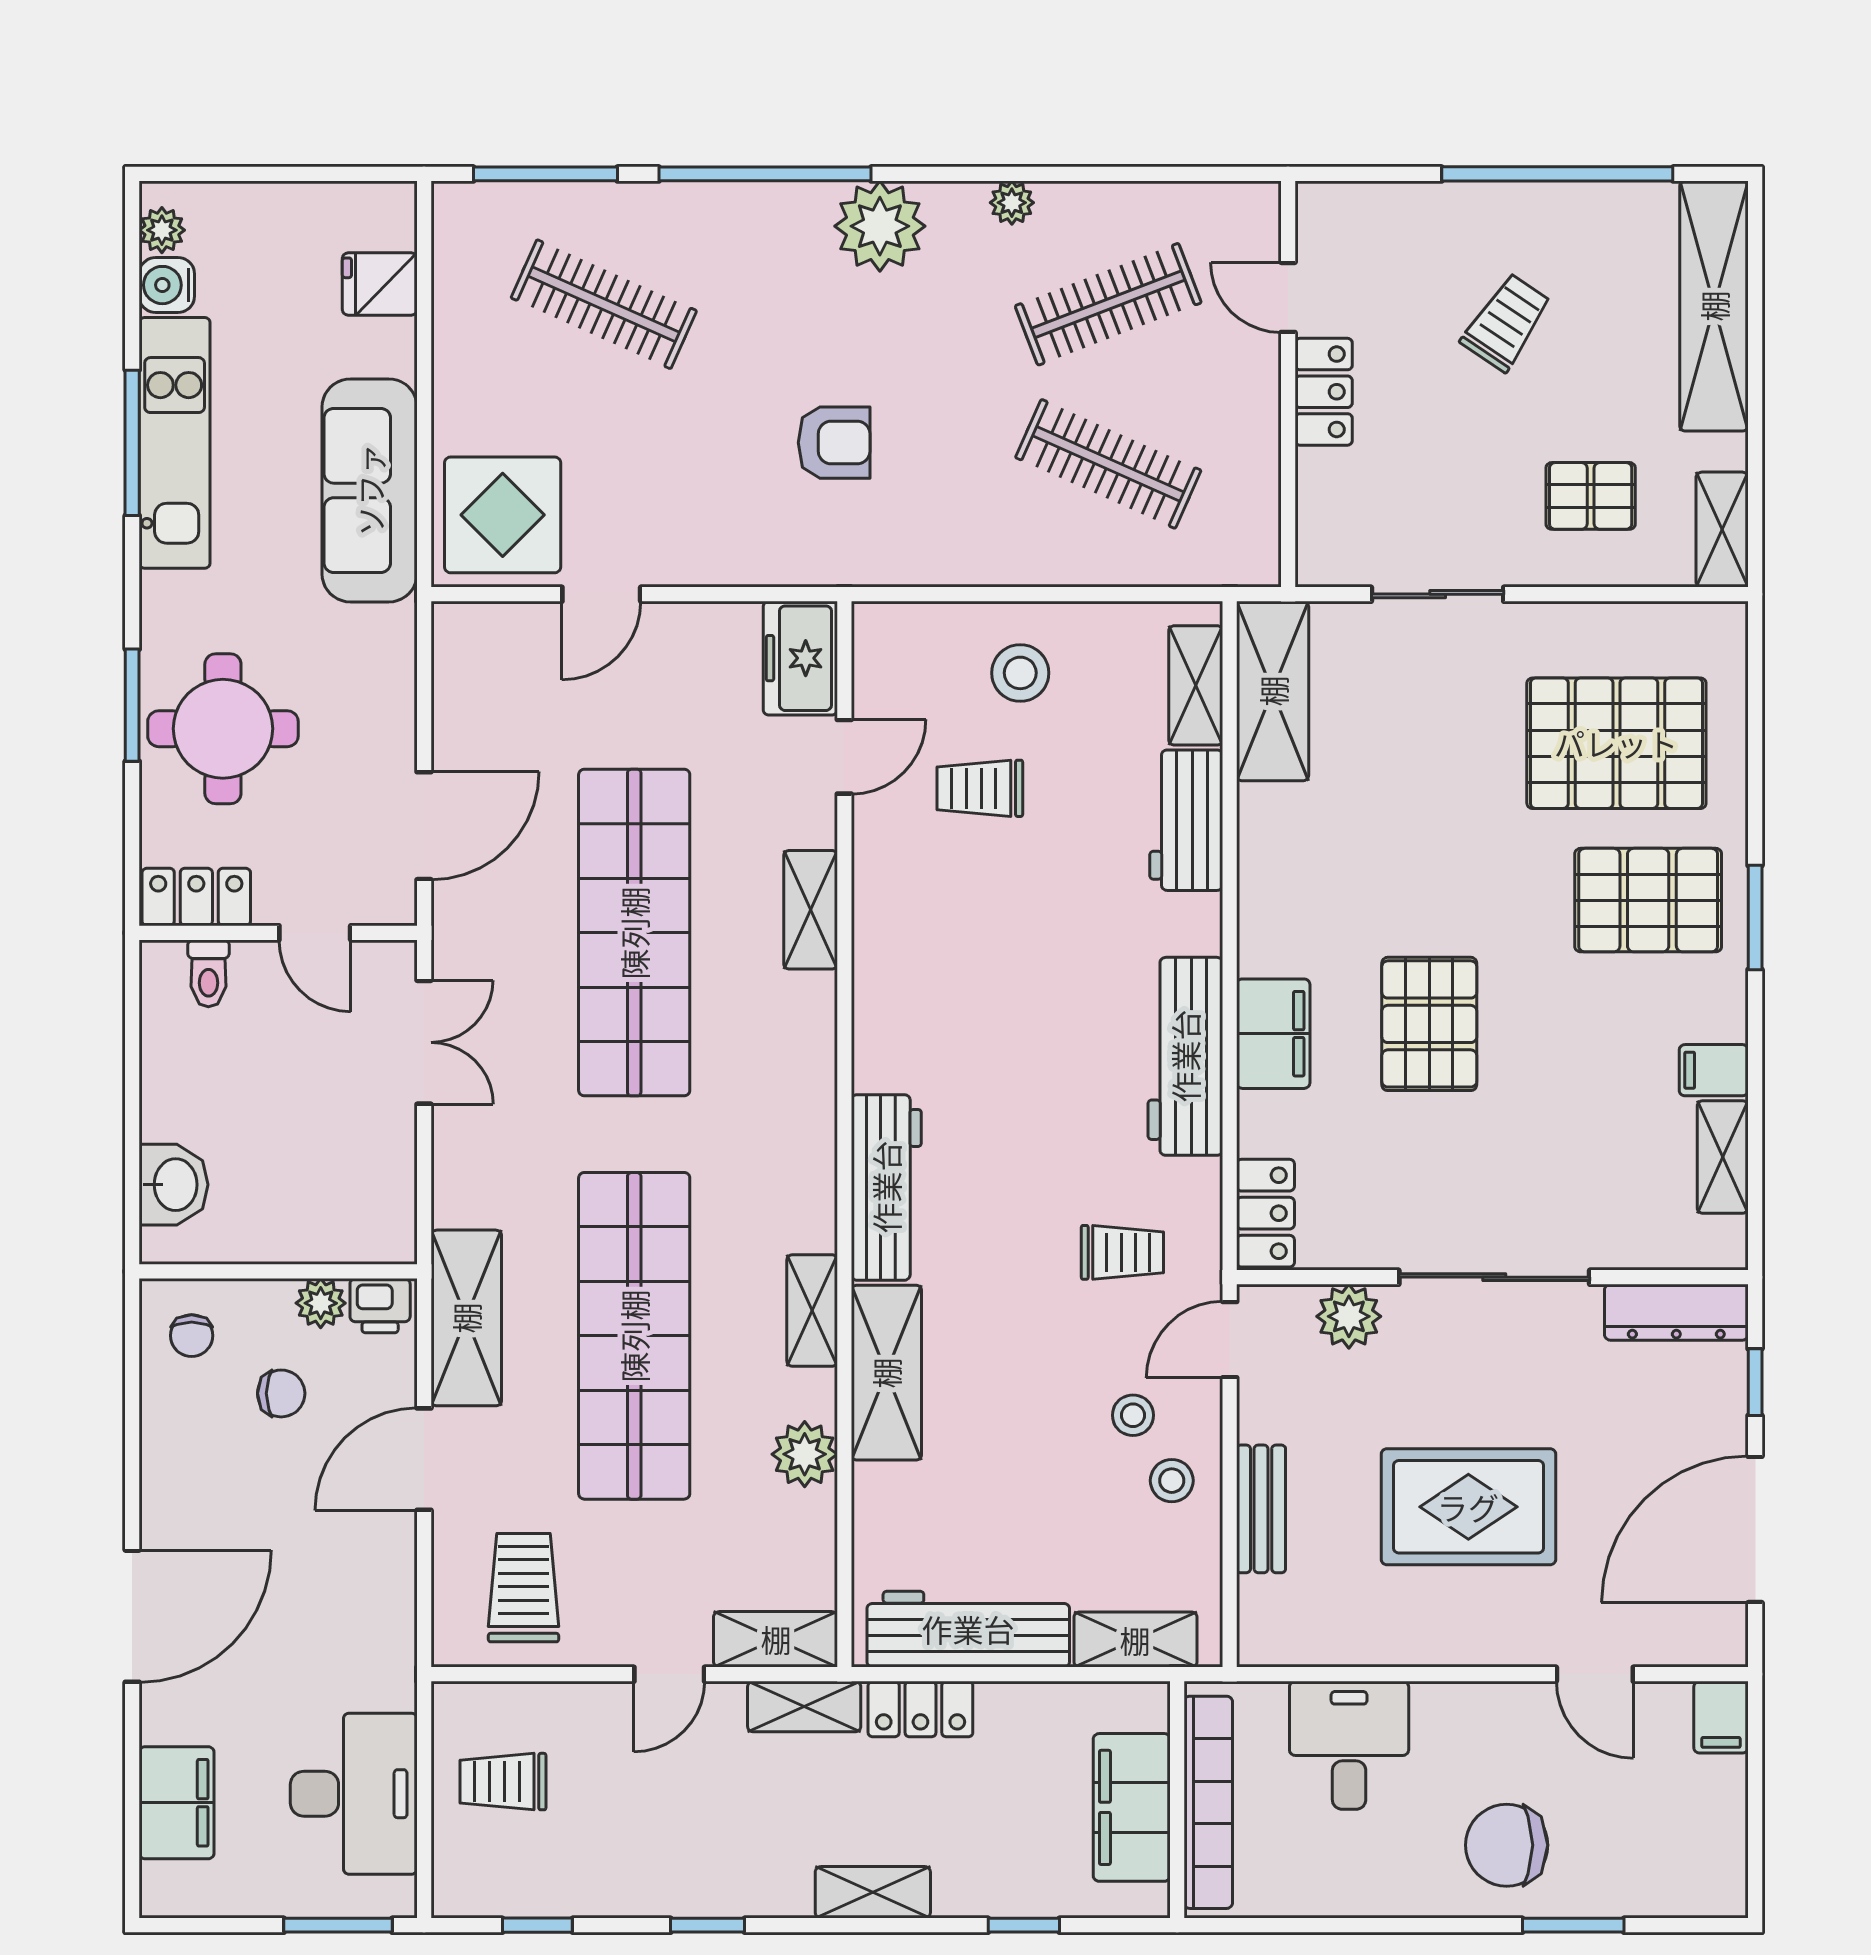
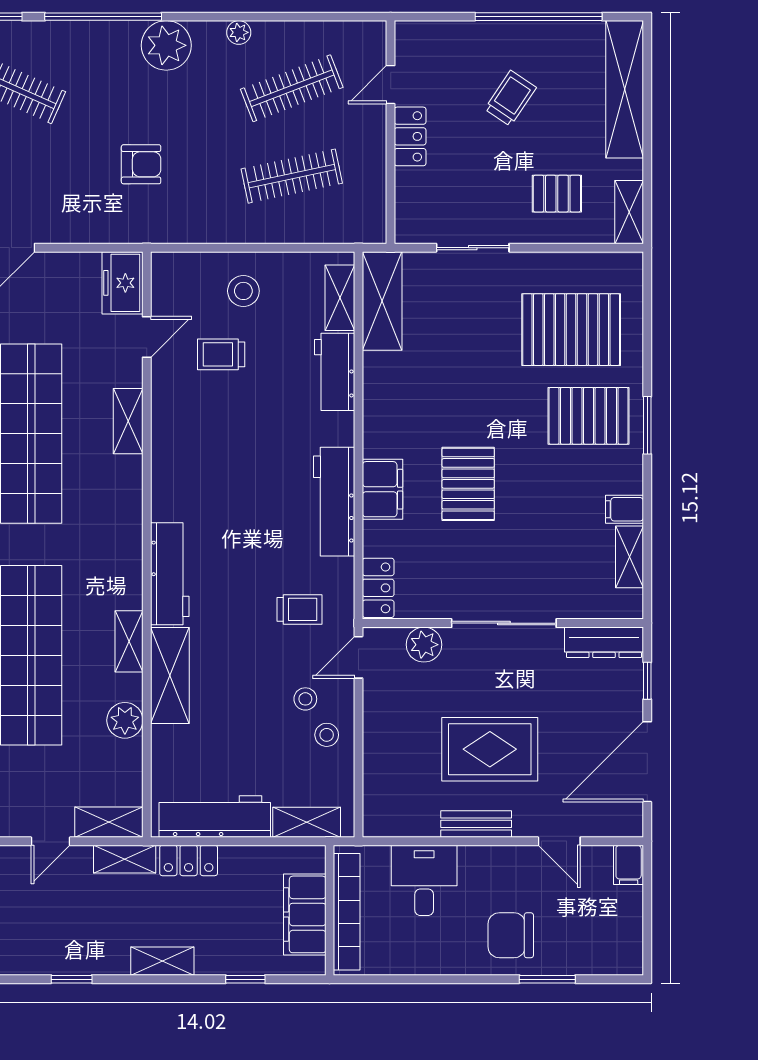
door: (1288, 297) -> (391, 85), hinge flipped
clothes rail: (1108, 464) -> (292, 176), turned -36
bench: (1261, 1509) -> (476, 824), moved, turned 90

